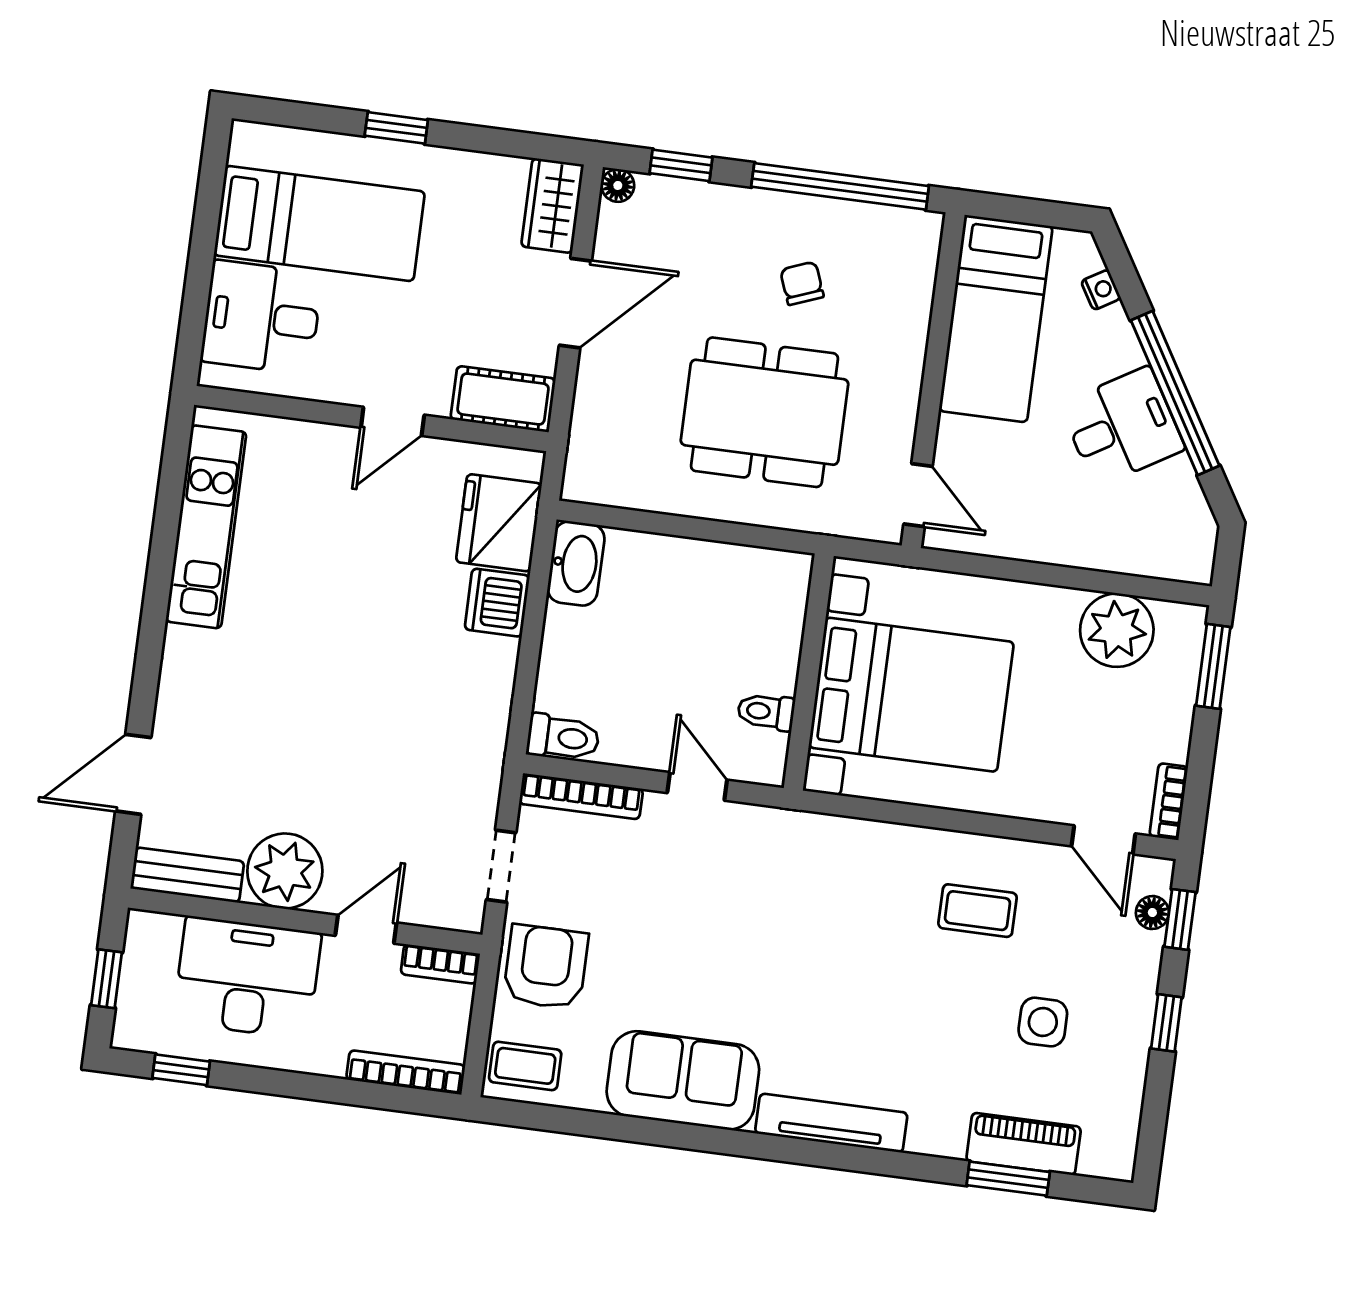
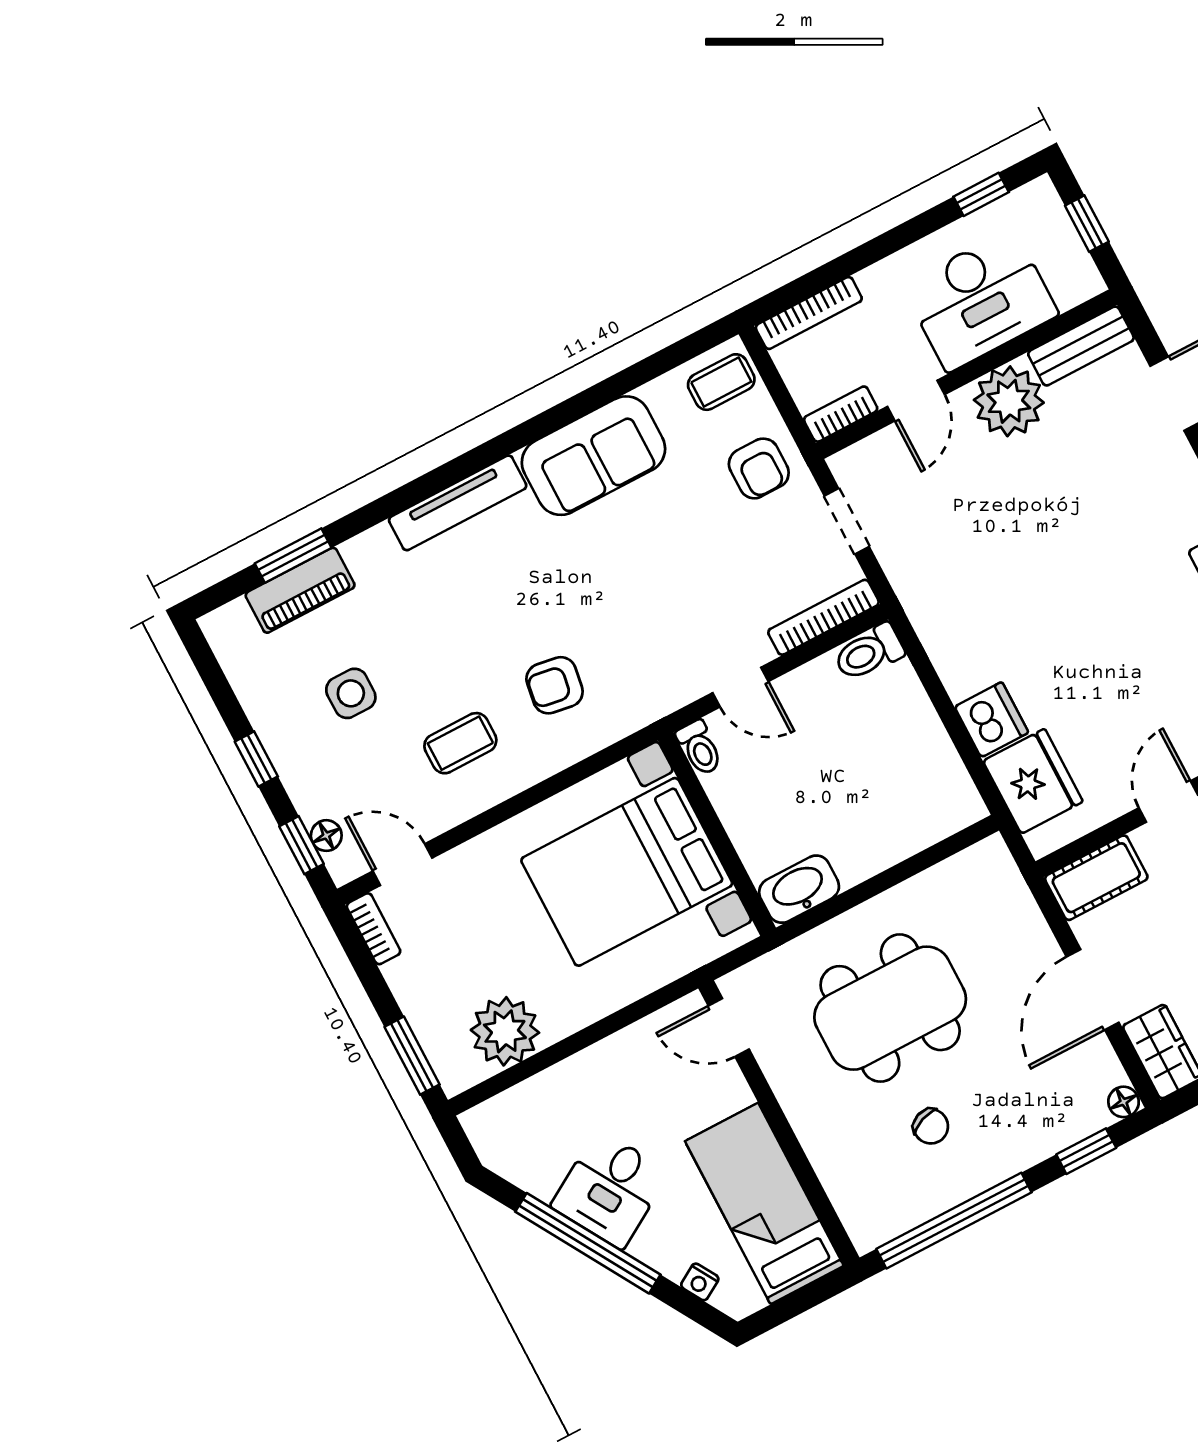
washbasin: (576, 563) -> (799, 889), moved, turned 90
toilet: (766, 712) -> (699, 748), moved, turned 90
armchair: (859, 903) -> (555, 685), added
armchair: (546, 967) -> (759, 468), width x0.72, depth x0.72

